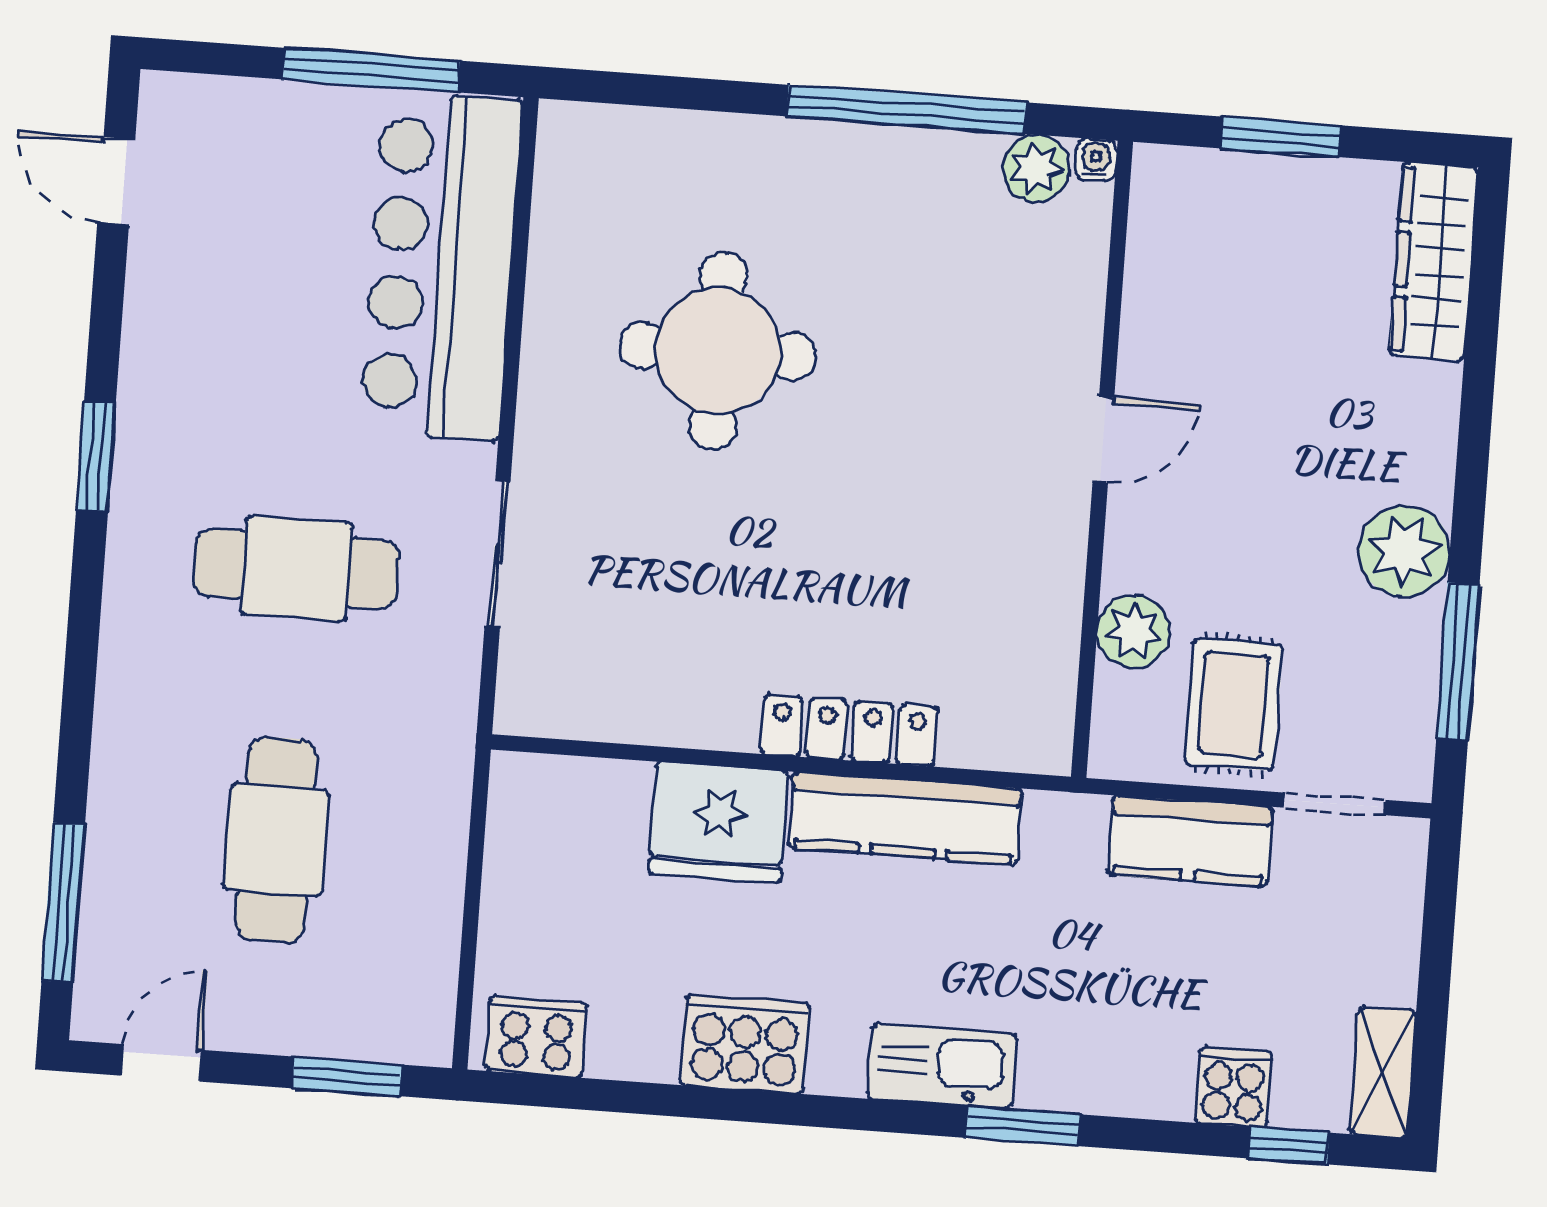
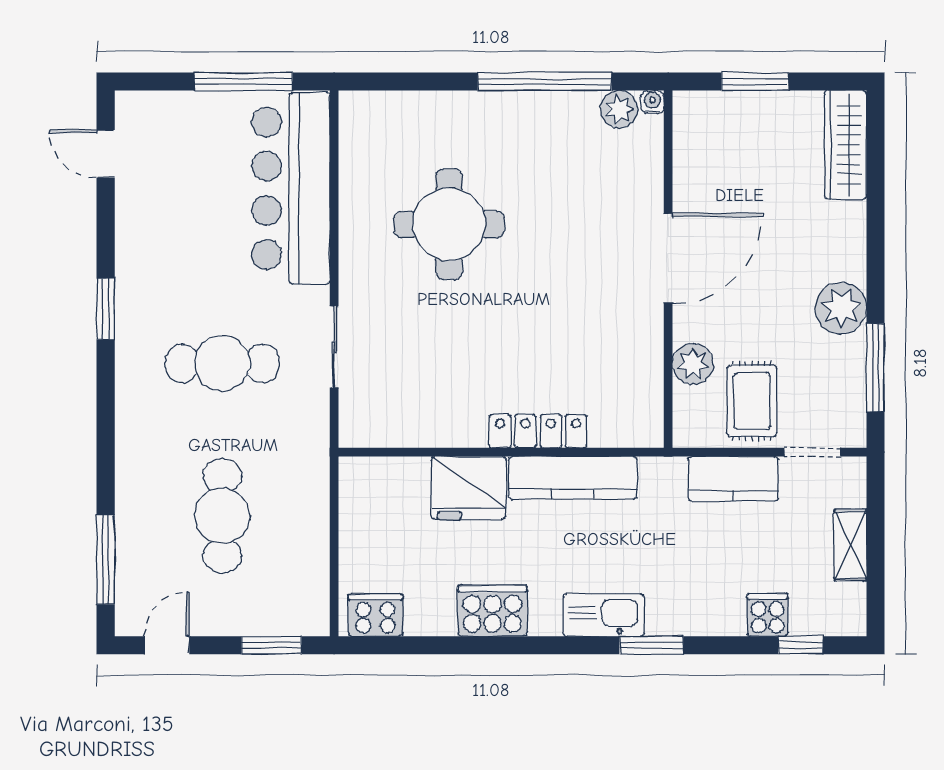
door: (1103, 440) -> (668, 258), width x1.87
shelving: (1383, 1072) -> (850, 545), moved

